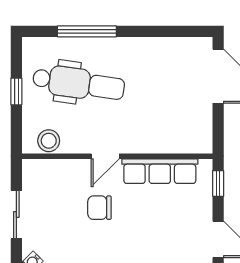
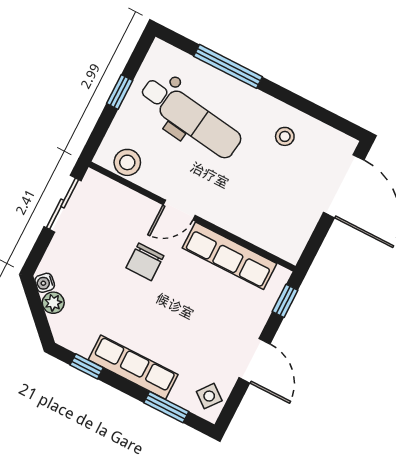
stool: (156, 62) -> (285, 136), added
chair: (99, 208) -> (145, 262), turned -90
sliding door: (16, 215) -> (63, 204), moved

